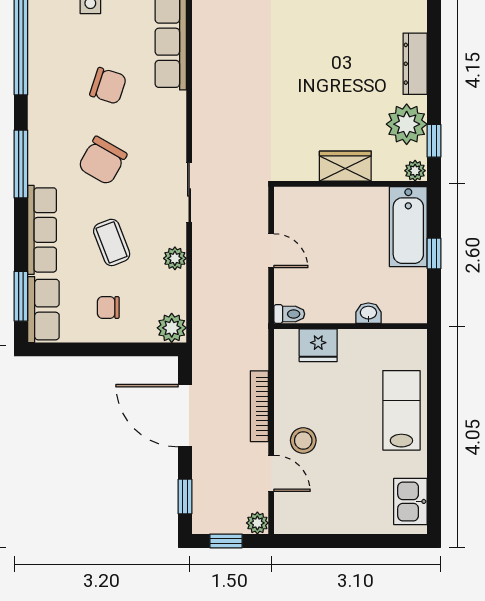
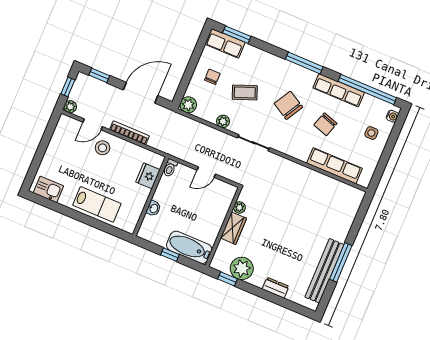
dresser: (415, 64) -> (276, 288), width x0.70
plant: (415, 171) -> (239, 207), moved
row of seats: (42, 230) -> (339, 90), moved

